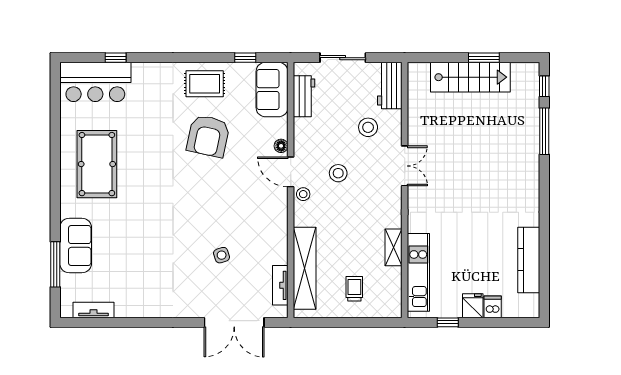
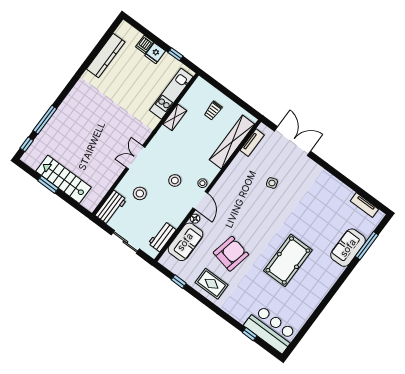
sofa: (272, 90) -> (185, 242), moved
pool table: (97, 164) -> (288, 260), moved

